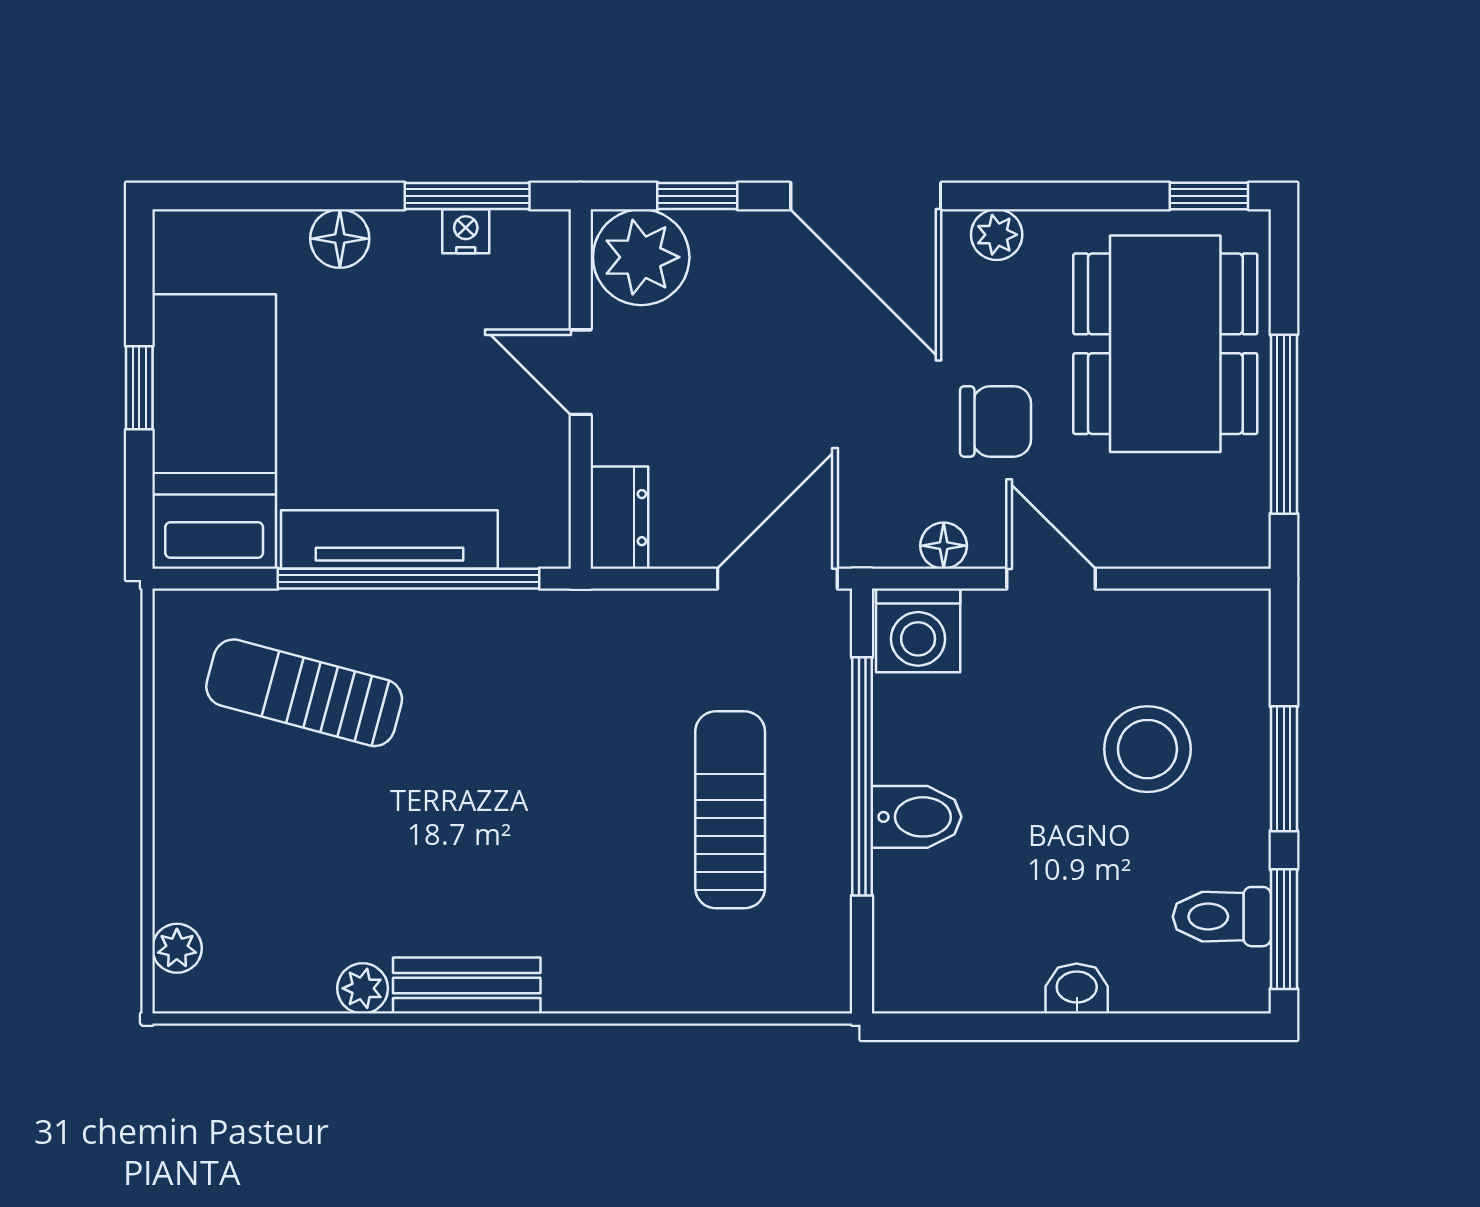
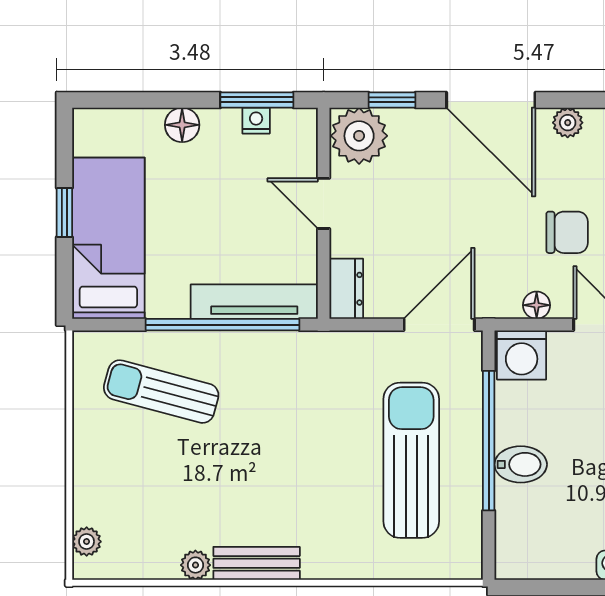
tv unit: (389, 540) -> (254, 302), moved
sun lounger: (730, 810) -> (411, 460), width x1.36, depth x1.34

